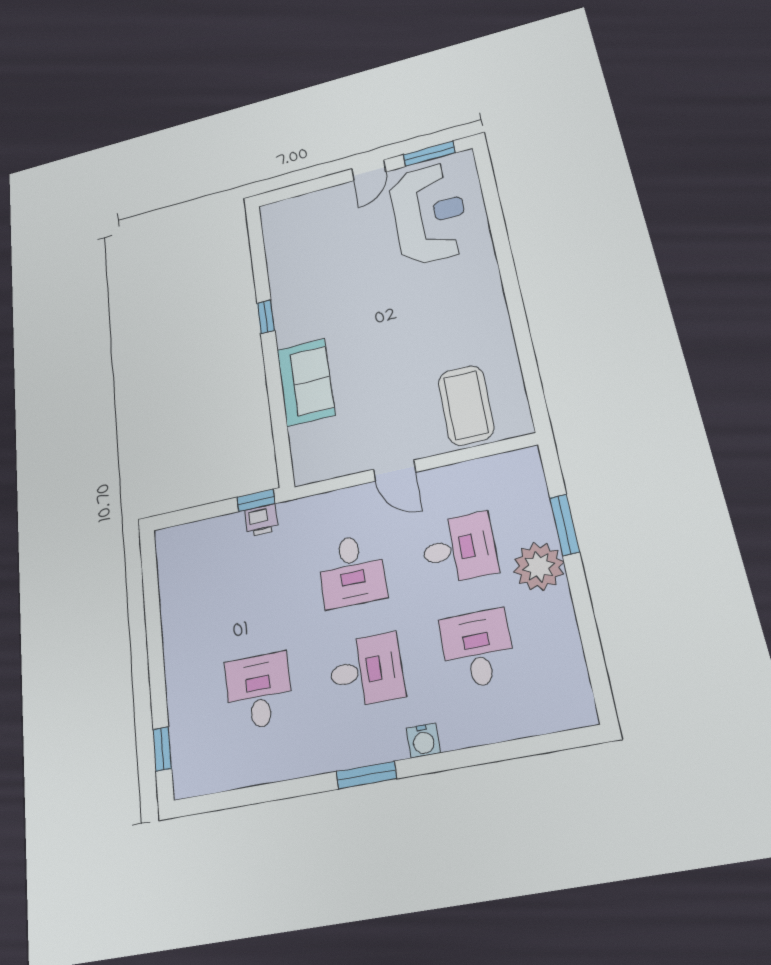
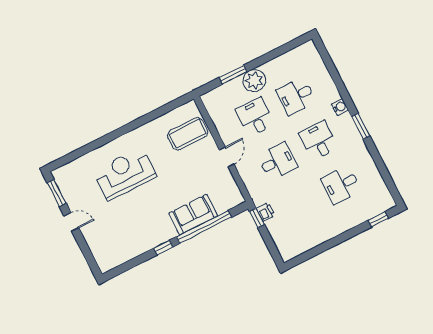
reception desk: (429, 214) -> (125, 174), moved
window: (276, 397) -> (204, 227), added

